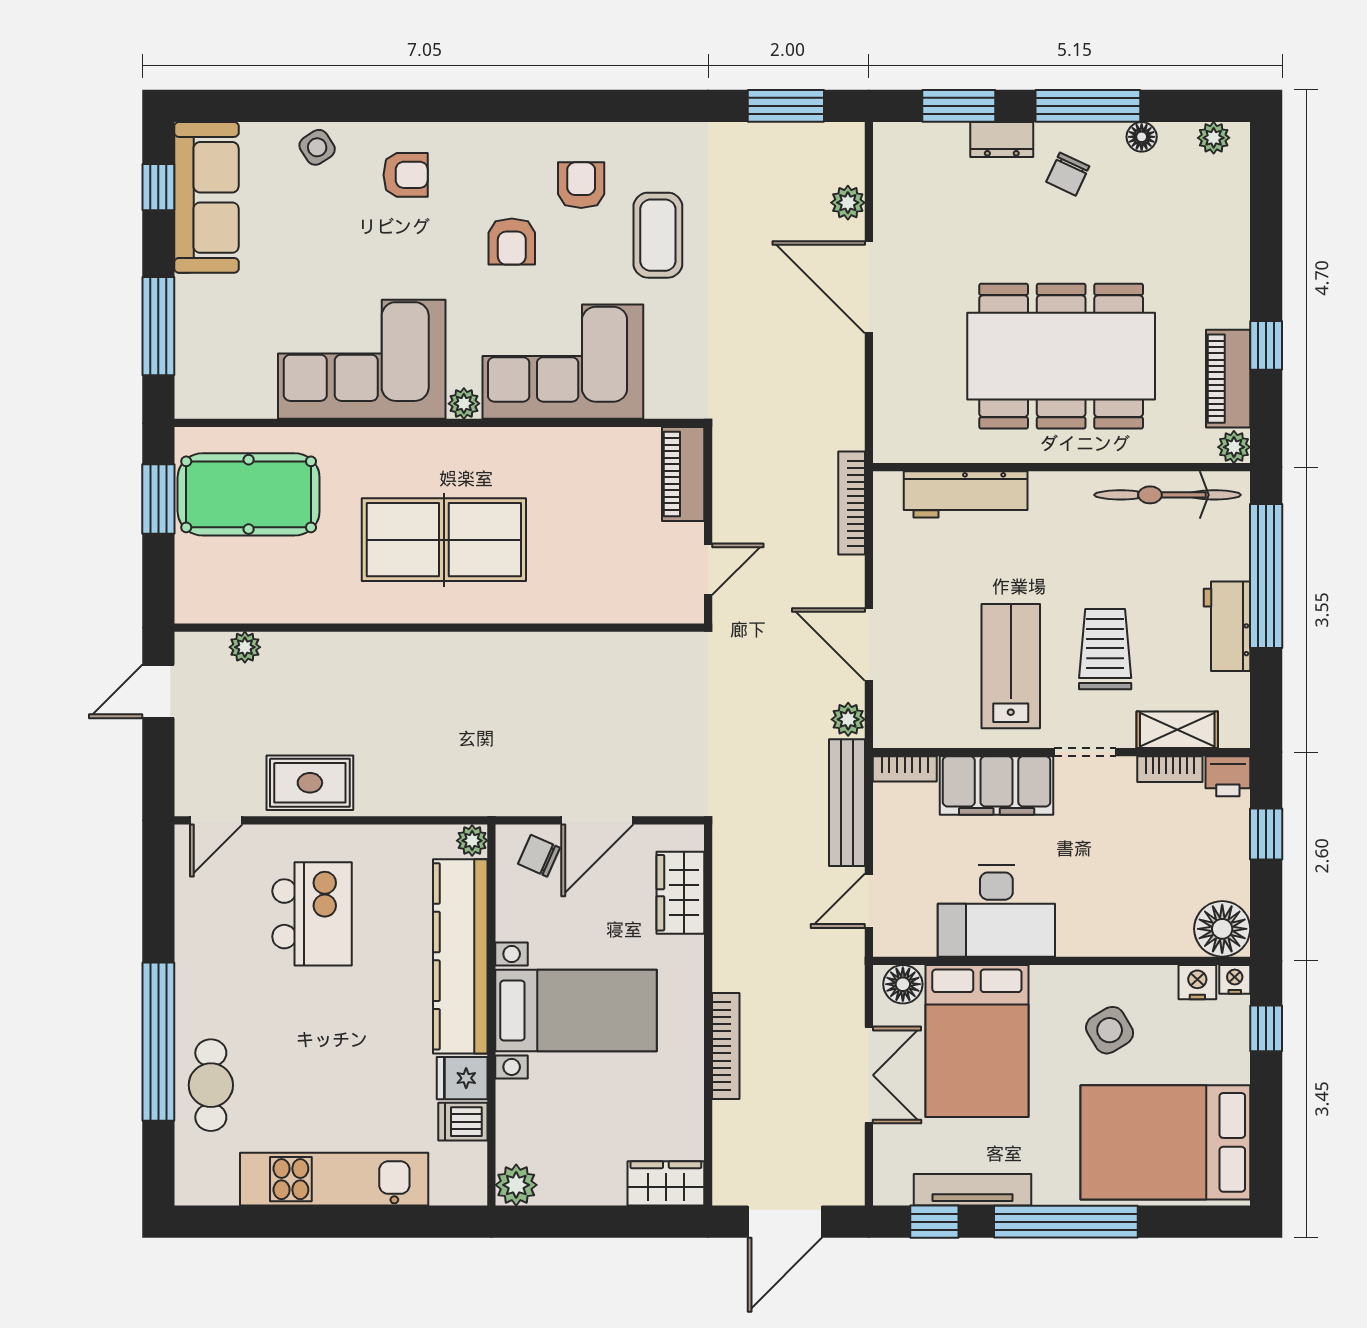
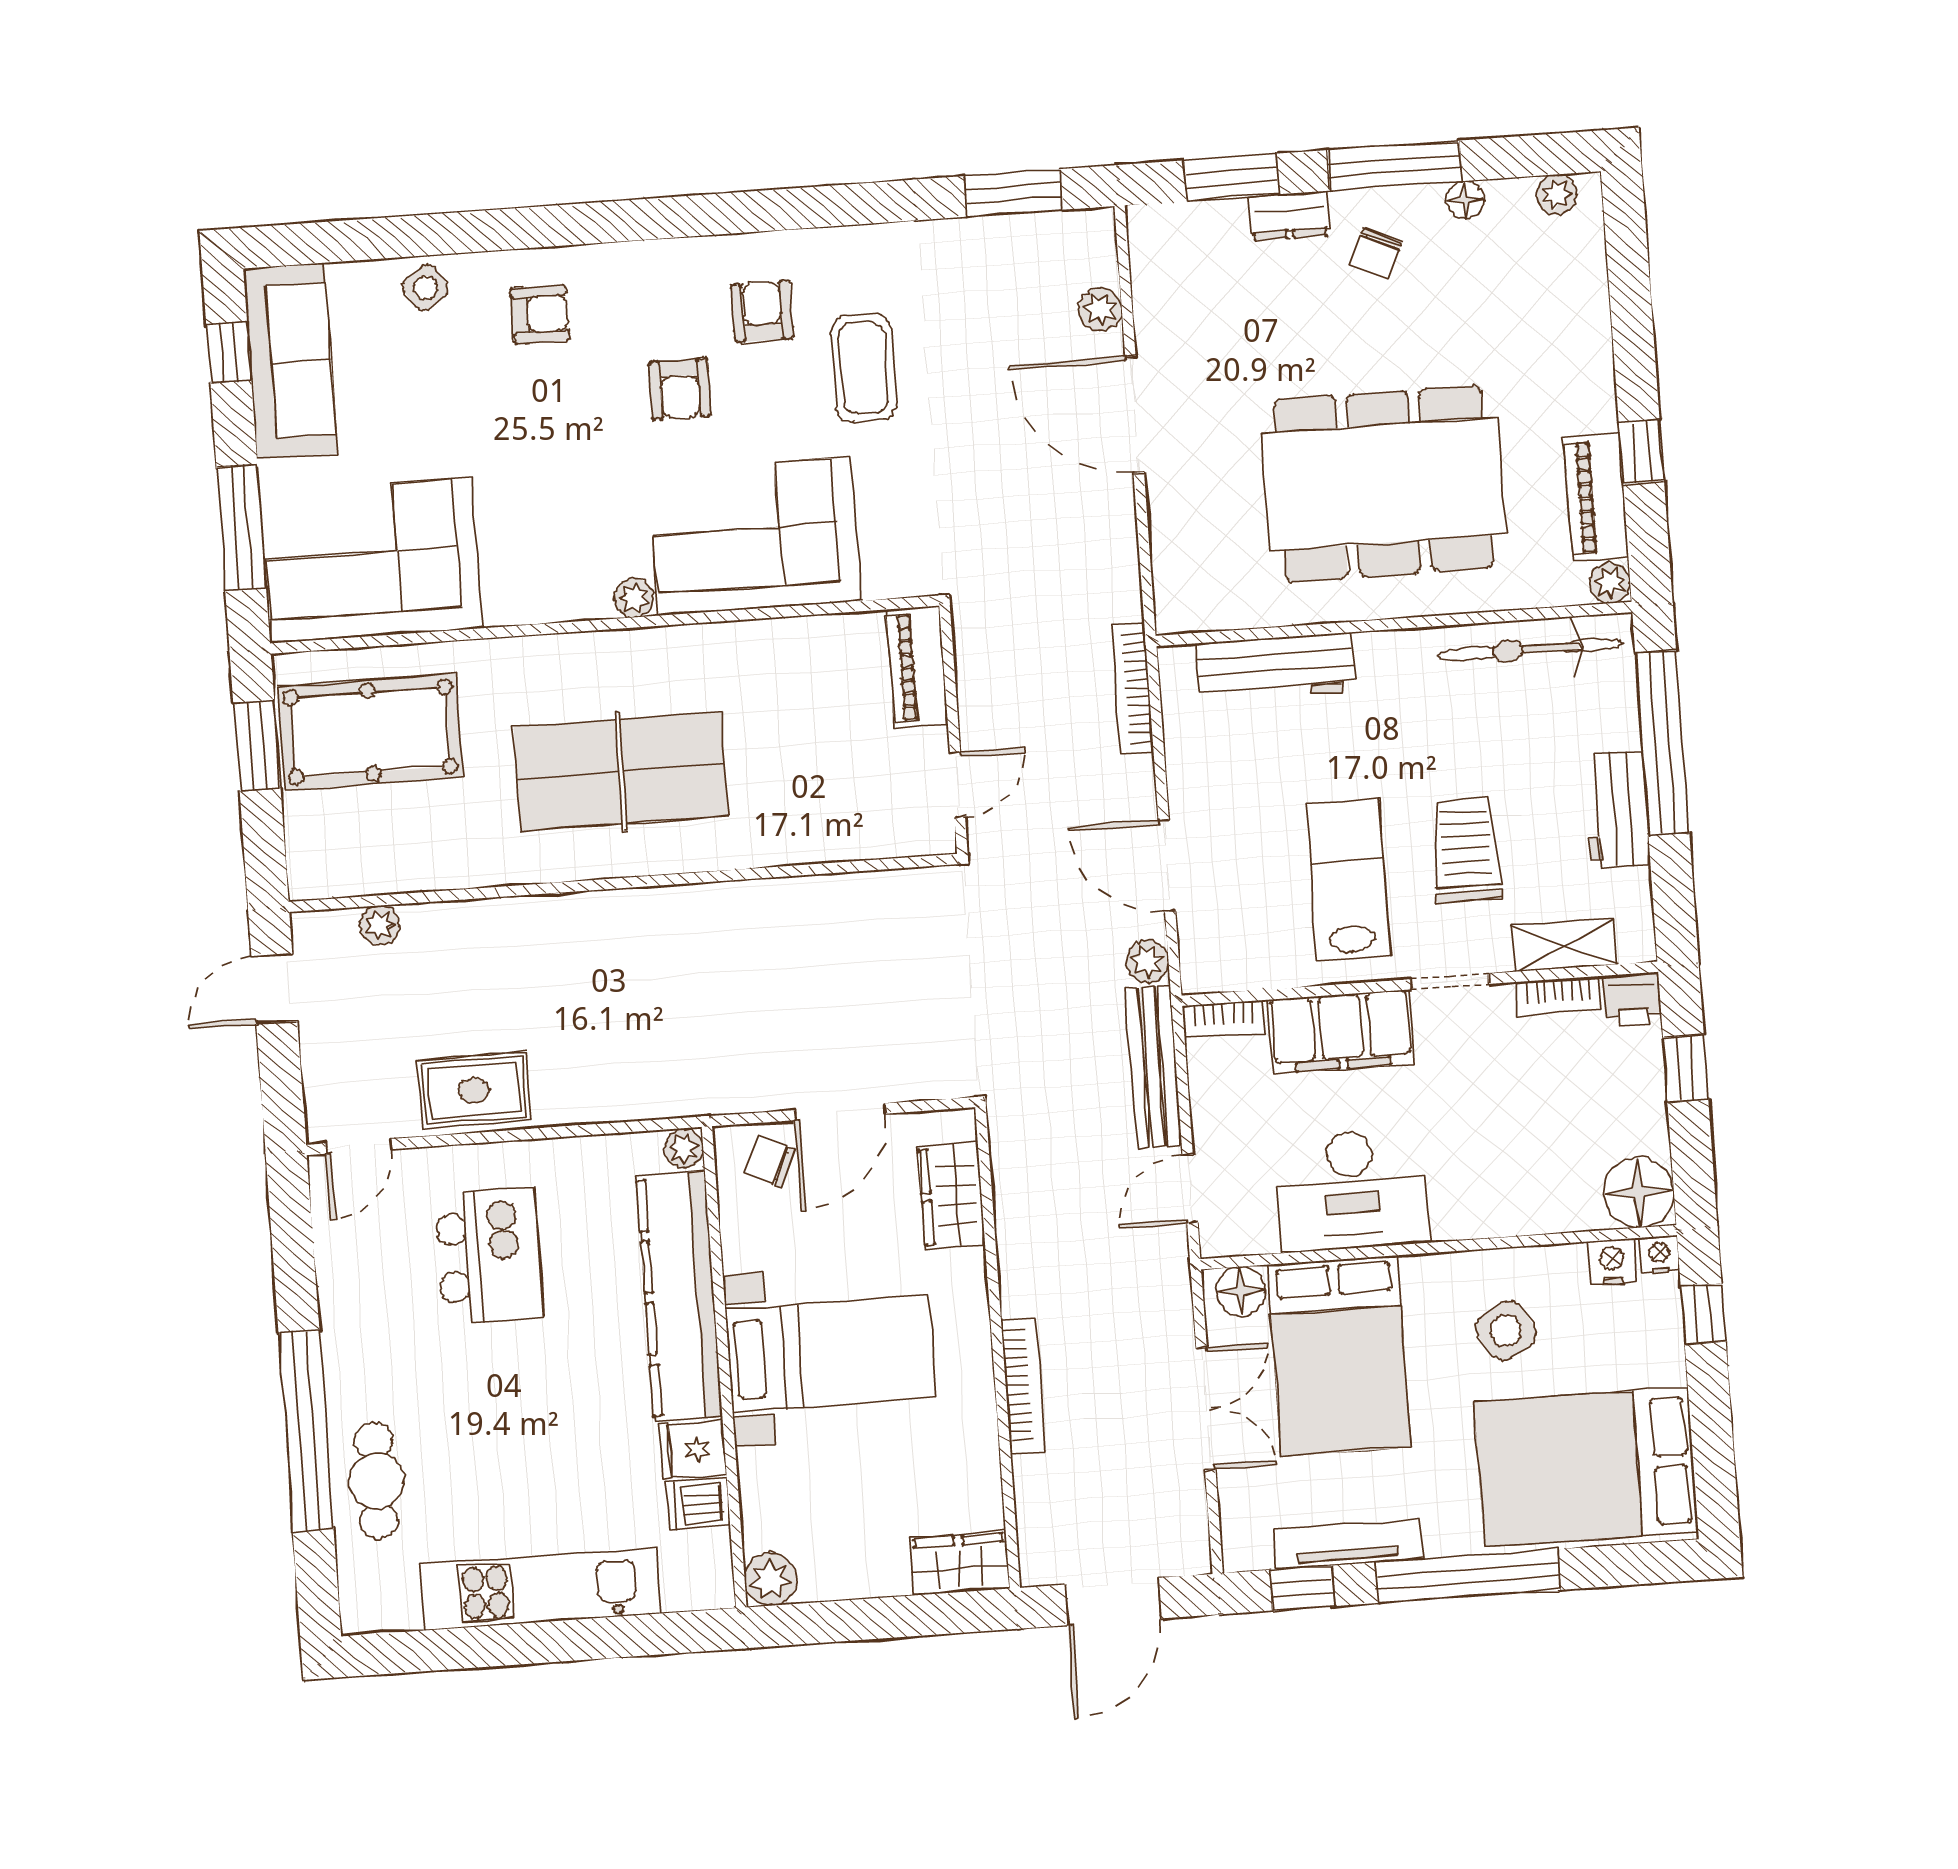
corner sofa: (362, 359) -> (373, 560), moved

